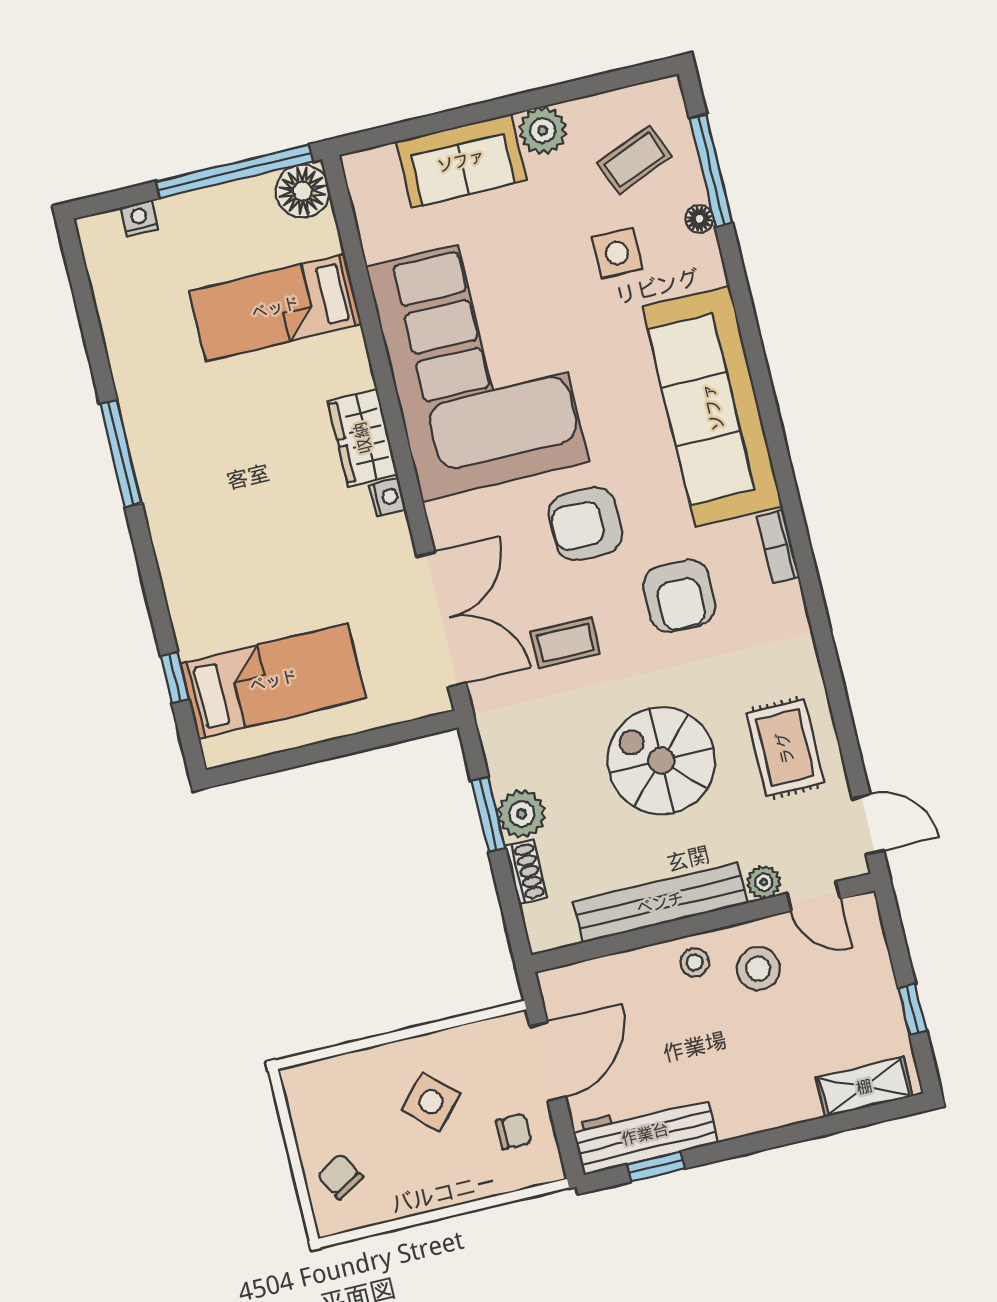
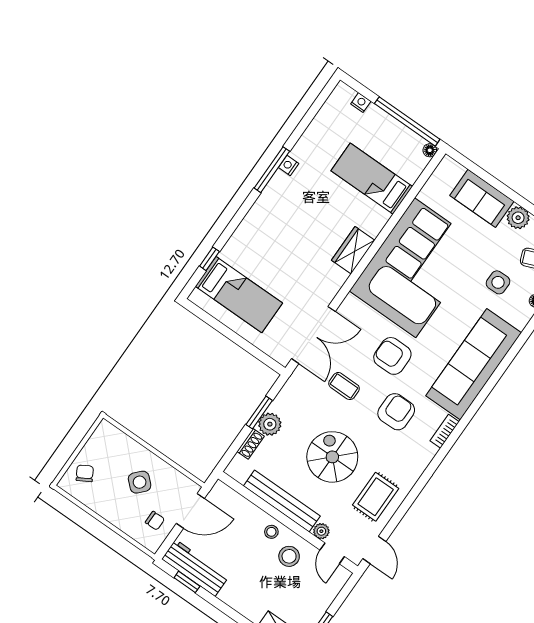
floor lamp: (303, 191) -> (430, 150), width x0.53, depth x0.53
nightstand: (388, 497) -> (289, 165), moved, turned 180
armchair: (679, 596) -> (396, 412), turned 180

